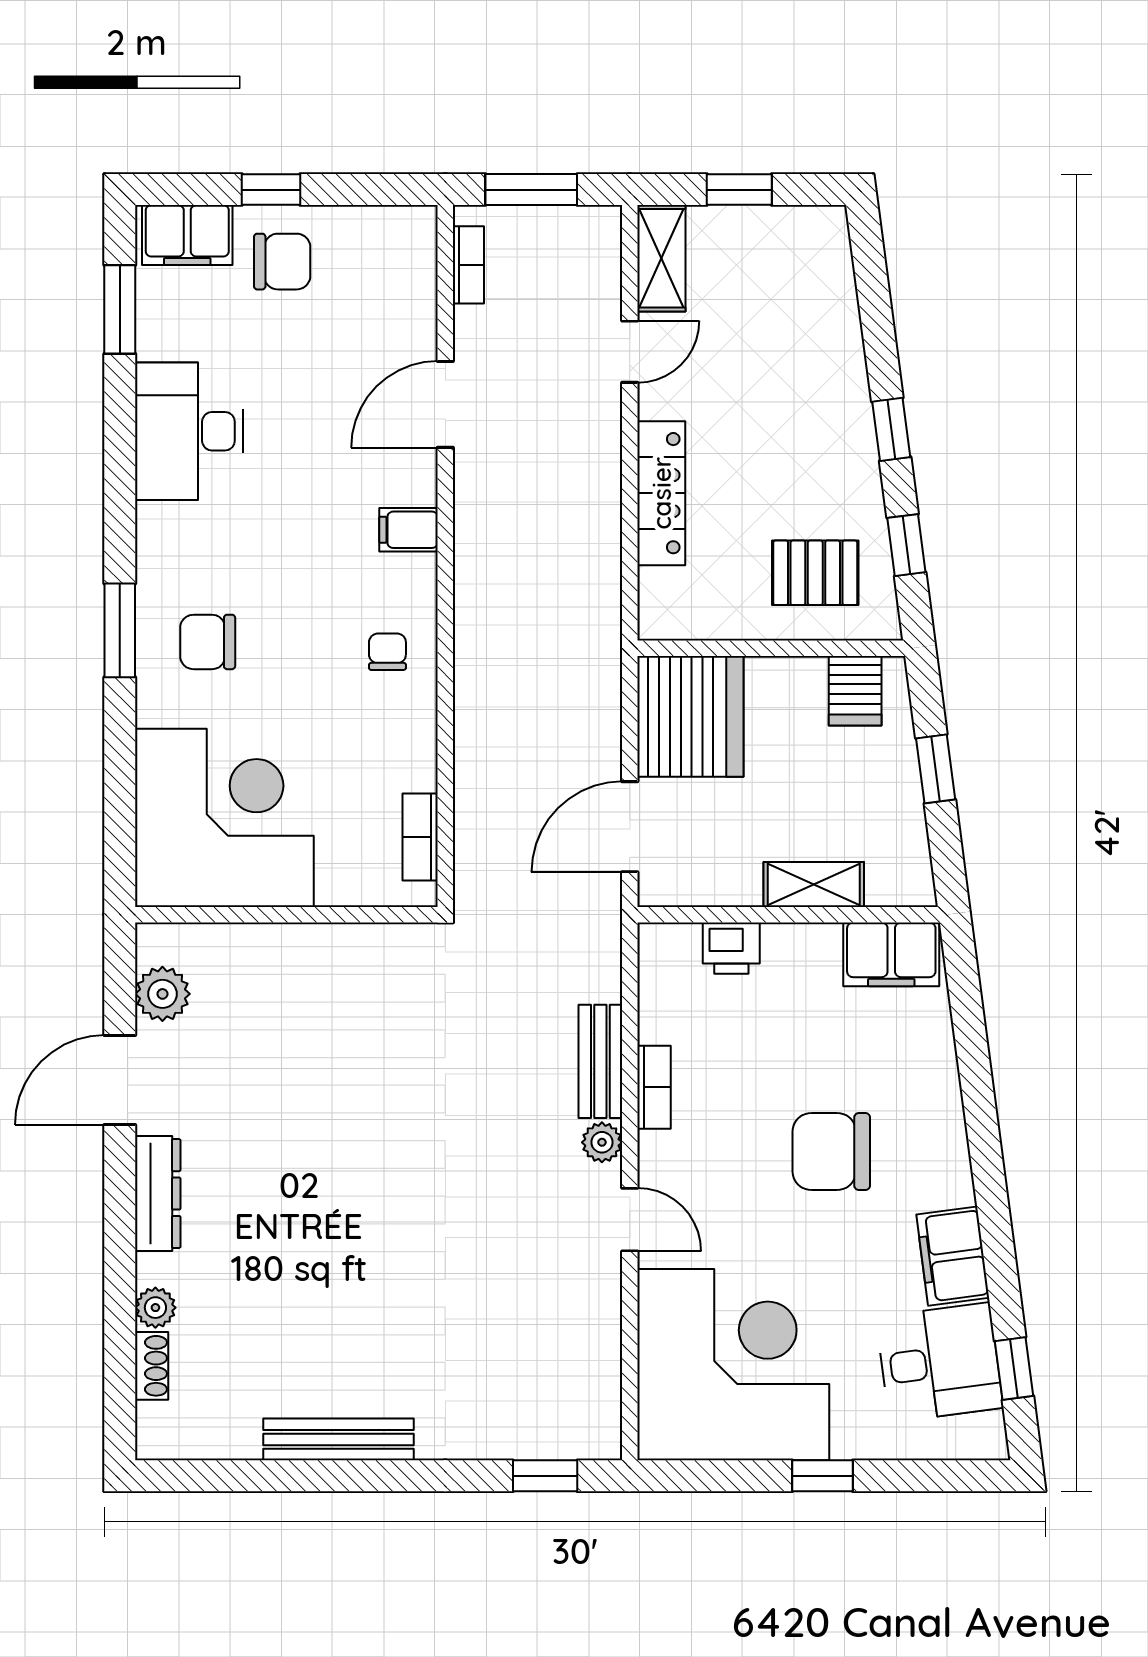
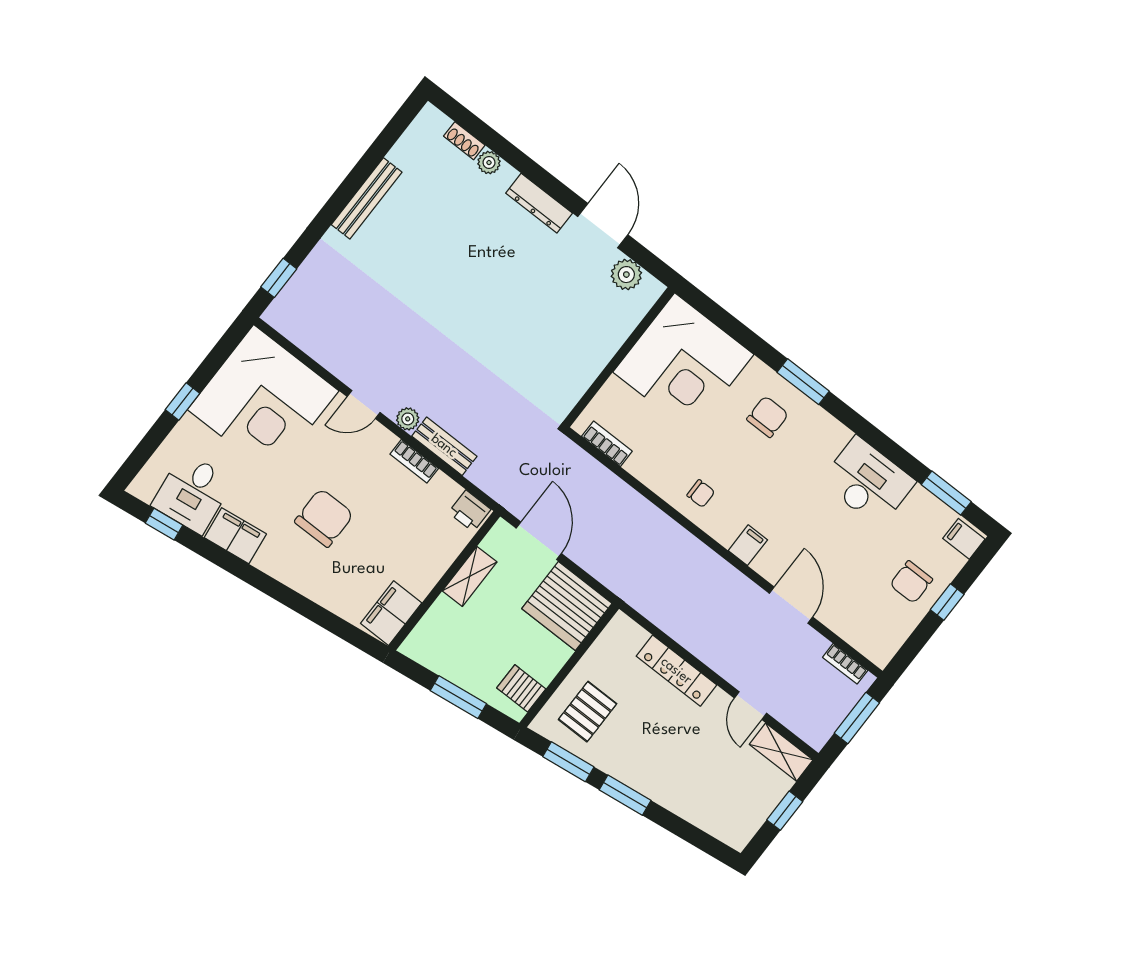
filing cabinet: (187, 235) -> (964, 539), width x0.50
window: (891, 429) -> (625, 795), width x1.50
window: (906, 545) -> (568, 762), width x1.50
window: (936, 769) -> (458, 697), width x1.50
shelving: (814, 884) -> (470, 576), moved
printer: (731, 948) -> (470, 511), moved, turned -90

